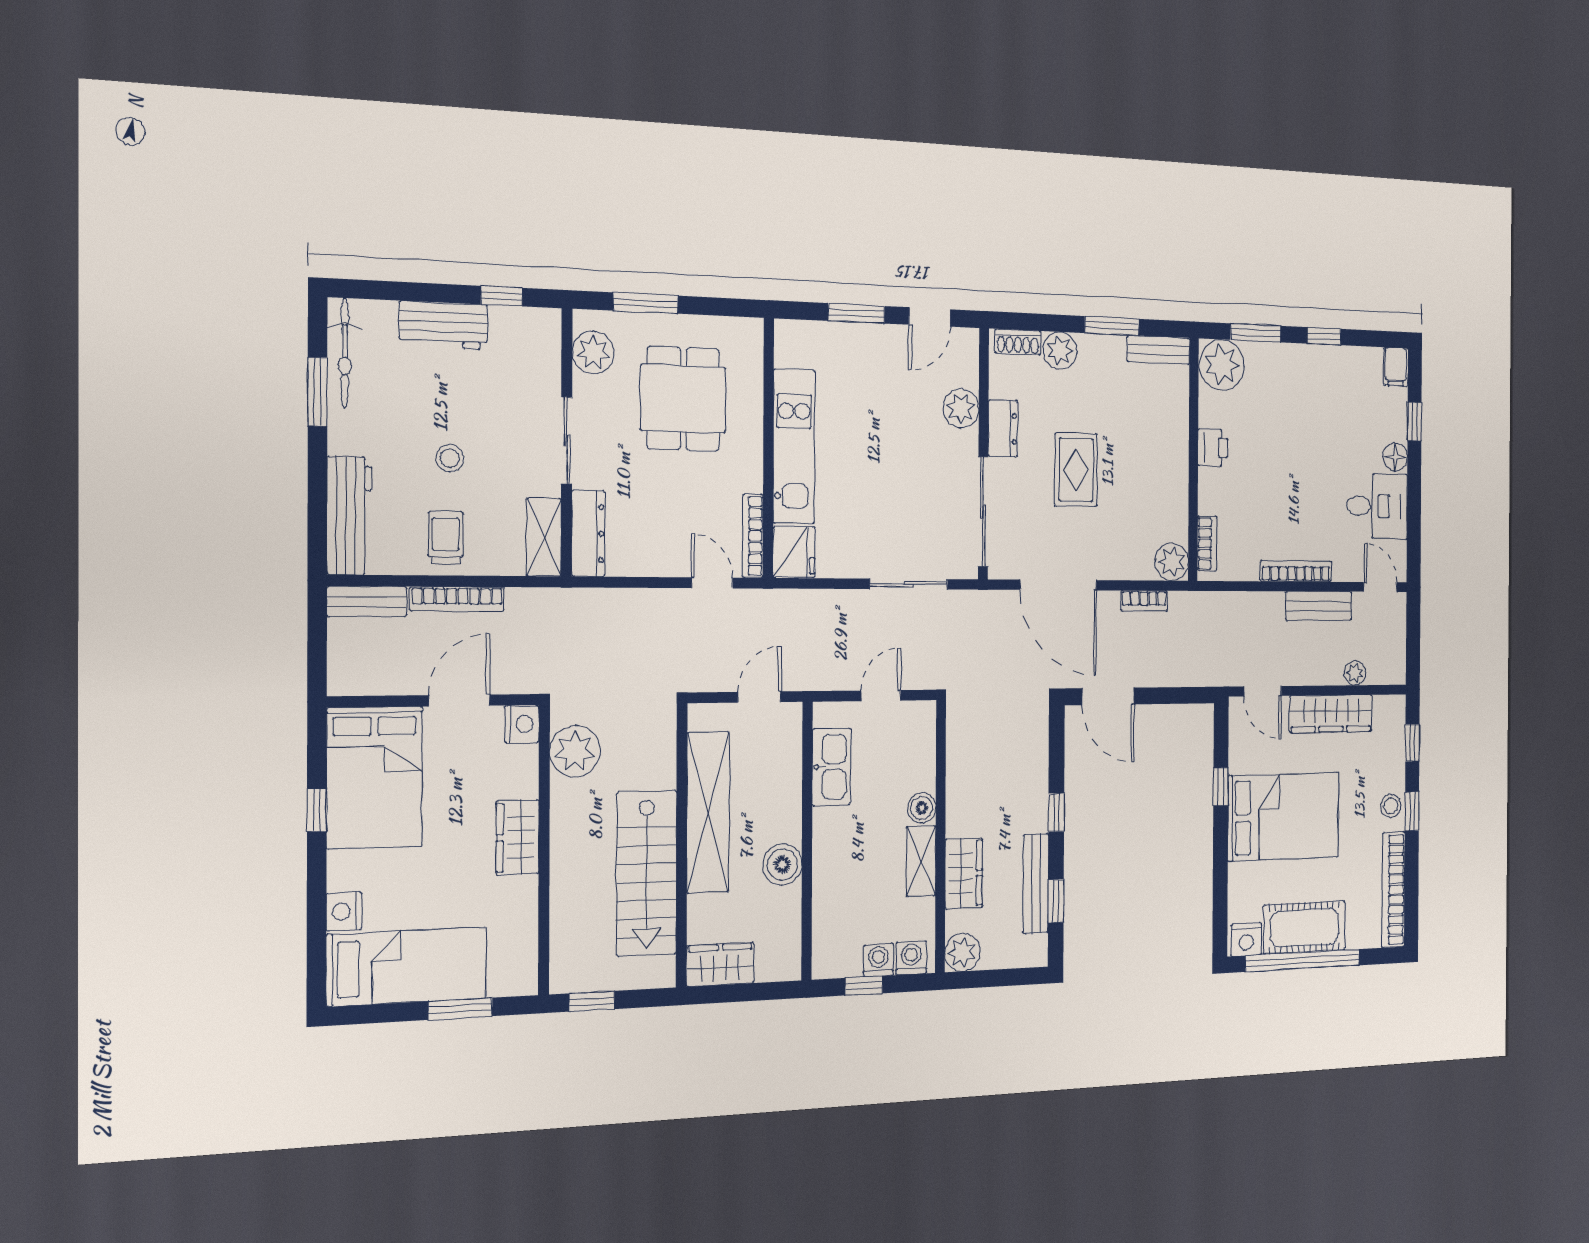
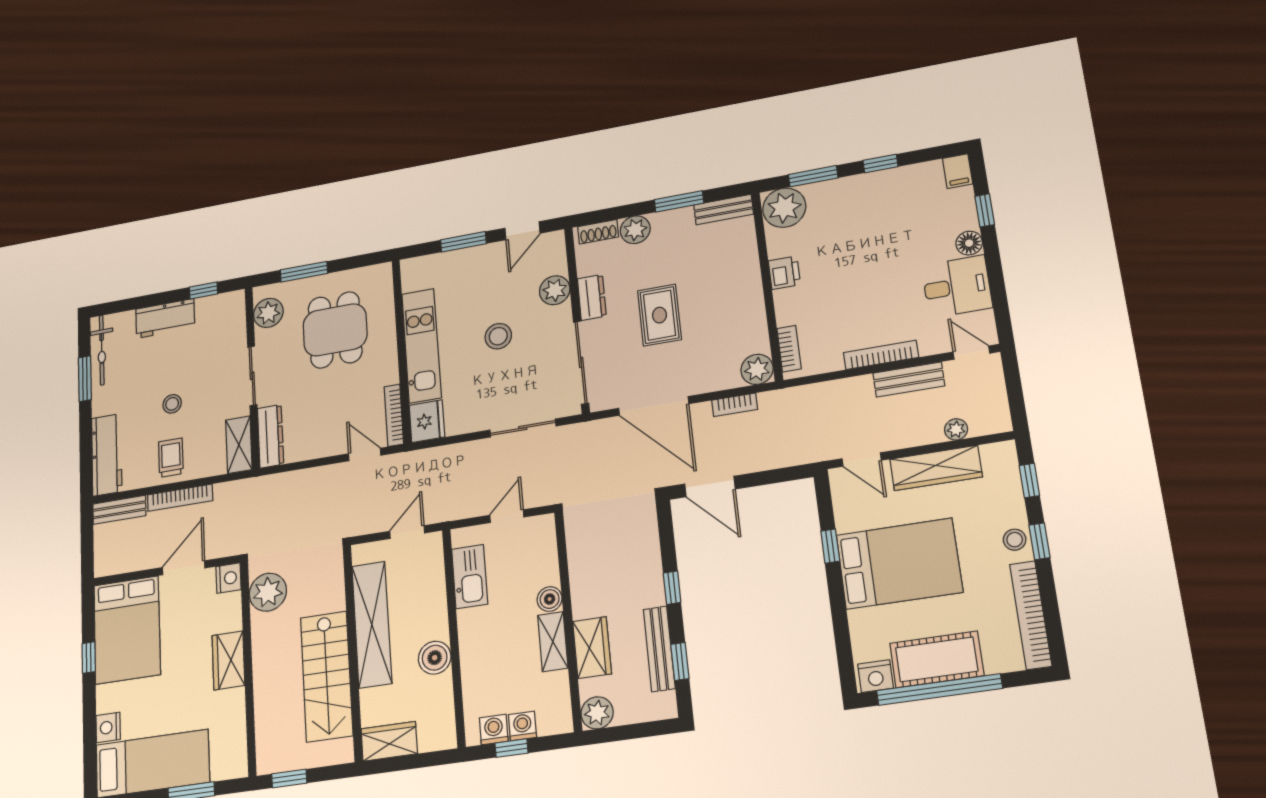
stool: (889, 455) -> (498, 336), added
washing machine: (911, 958) -> (494, 730), moved

